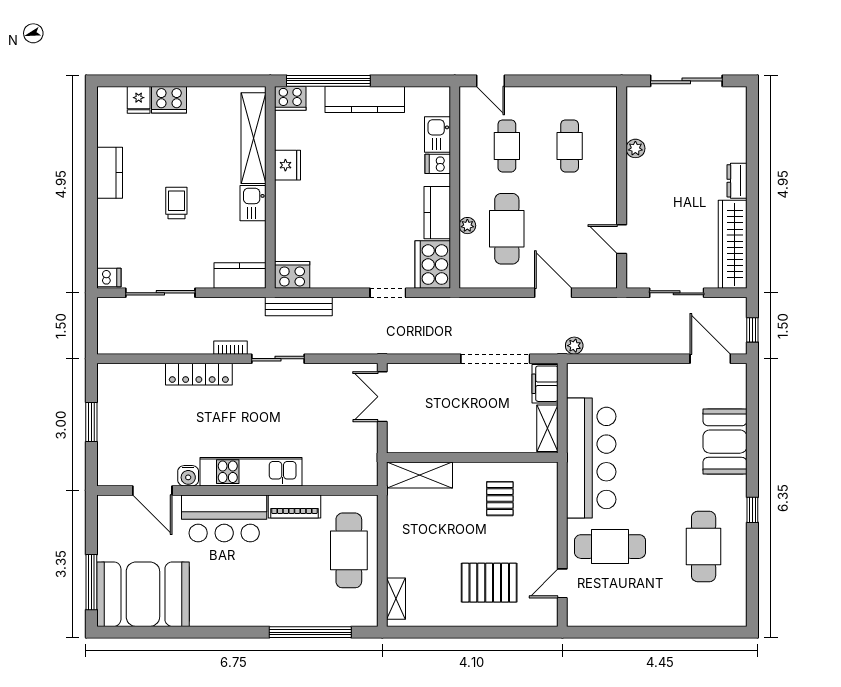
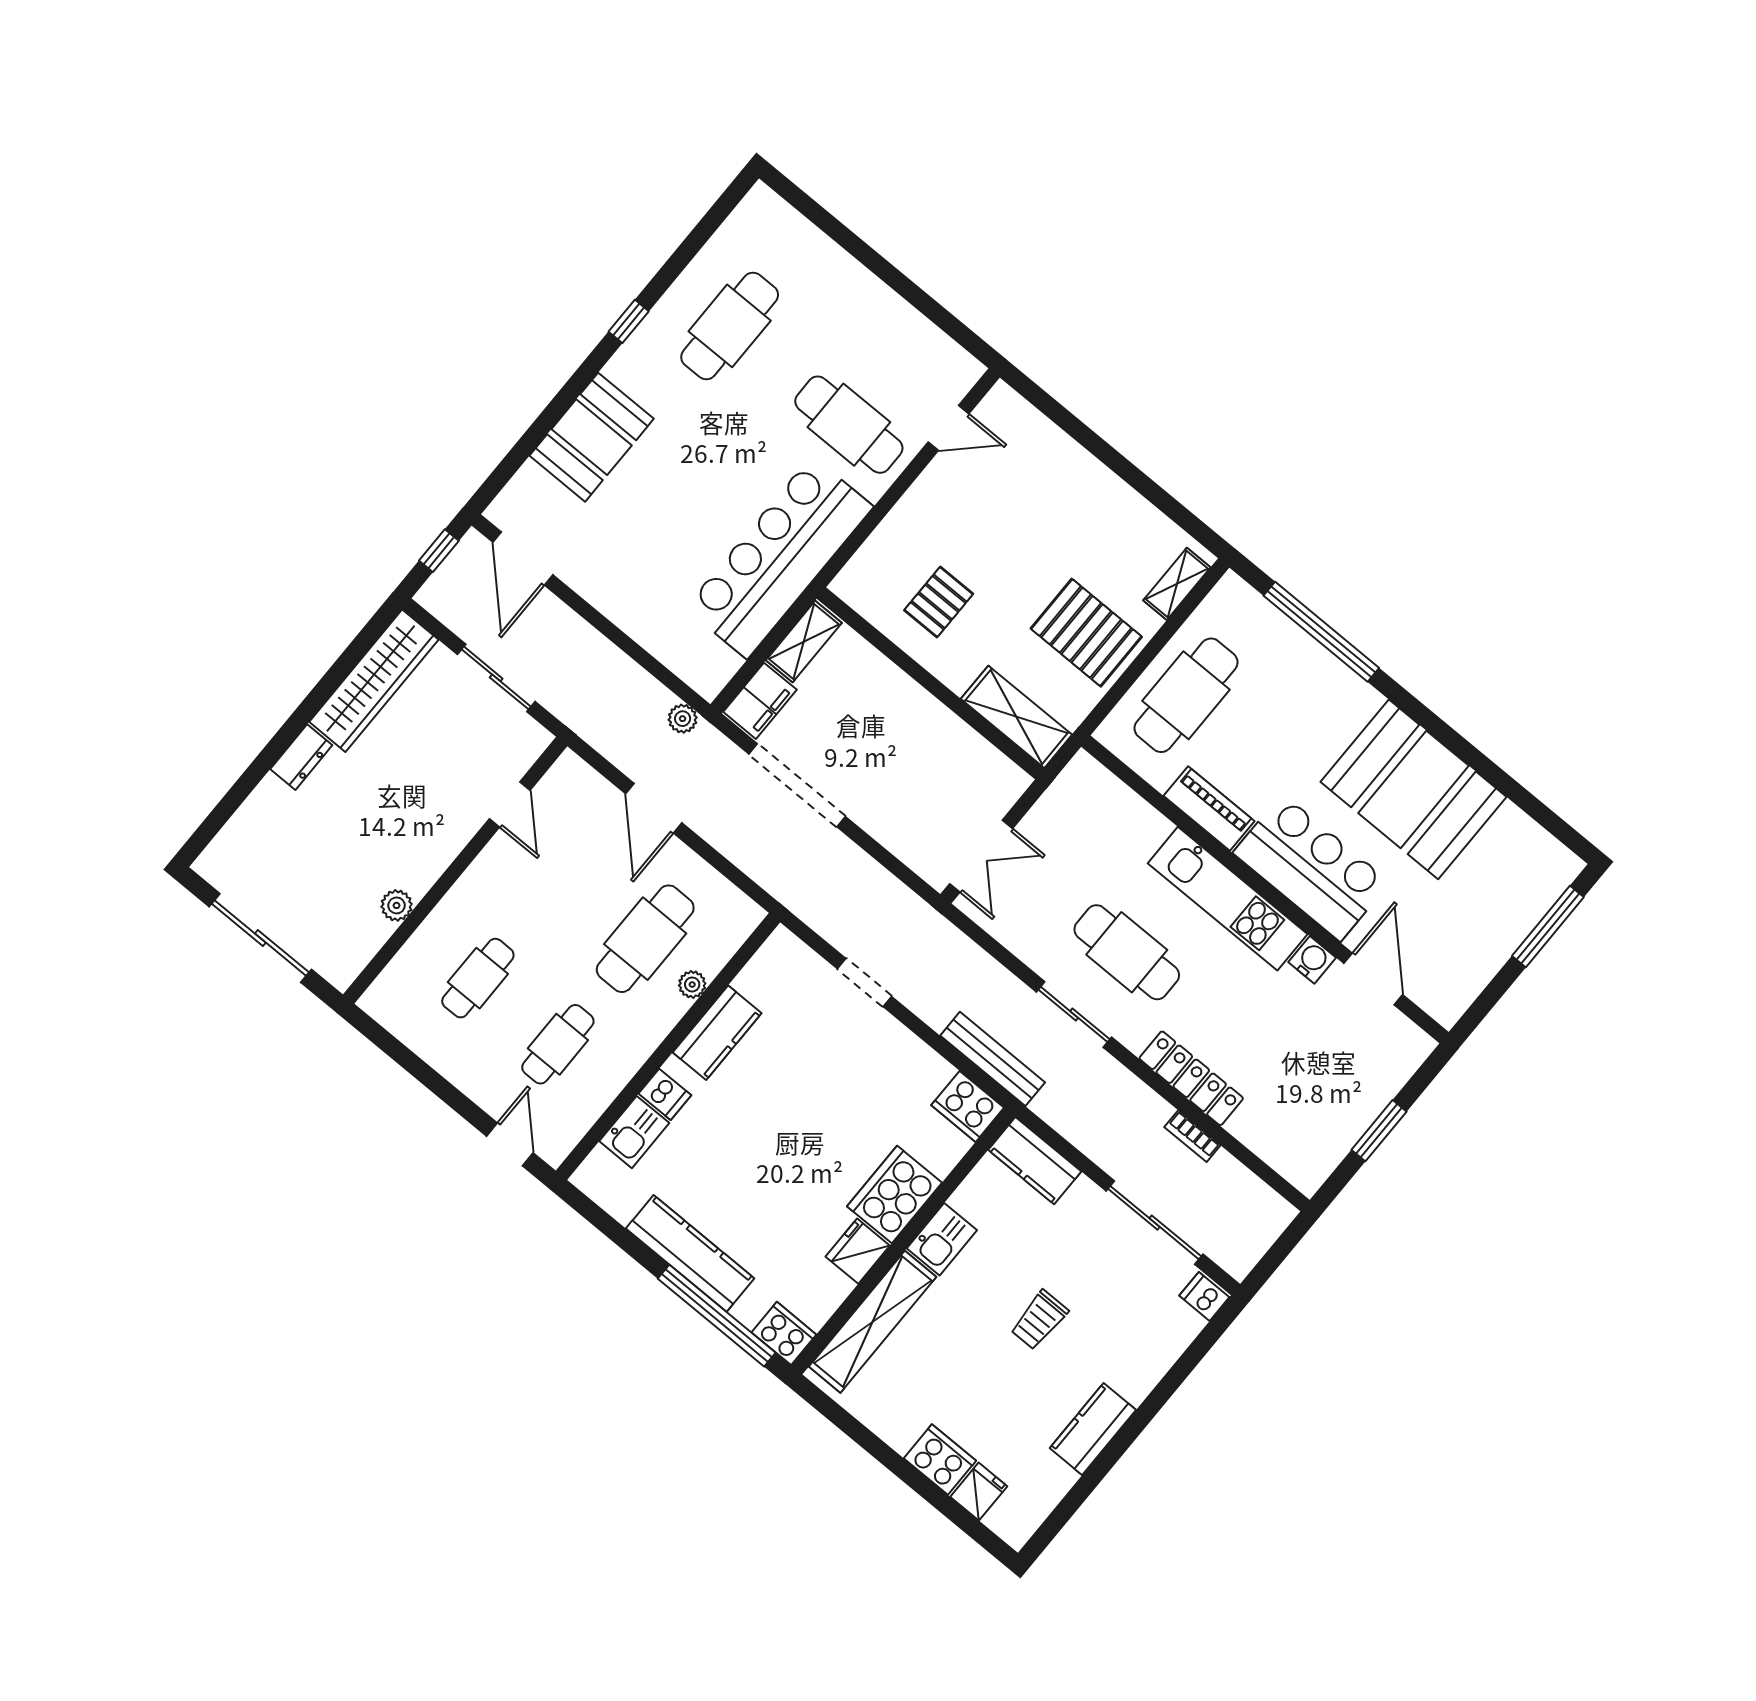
cooker: (433, 265) -> (895, 1194), moved, turned 180
bookcase: (230, 348) -> (1192, 1136), moved
cafe table: (277, 408) -> (1127, 952), added
pallet: (489, 583) -> (1086, 633), moved
booth: (143, 594) -> (1414, 789), moved

